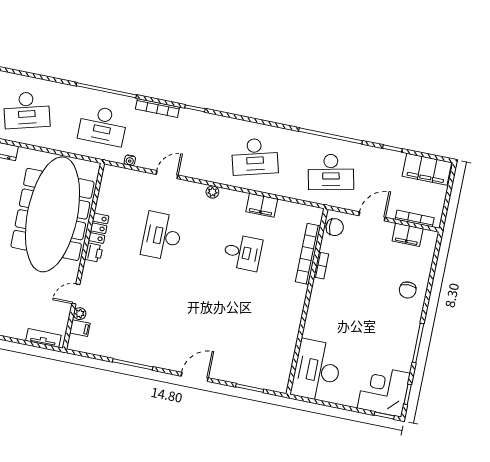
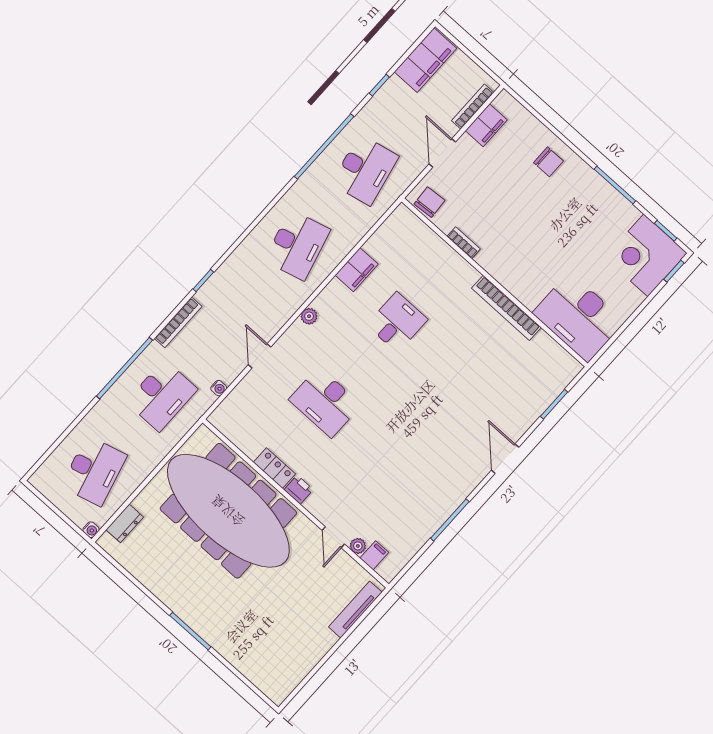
bookcase: (308, 254) -> (506, 308), moved
tv unit: (43, 338) -> (355, 609), width x1.41

